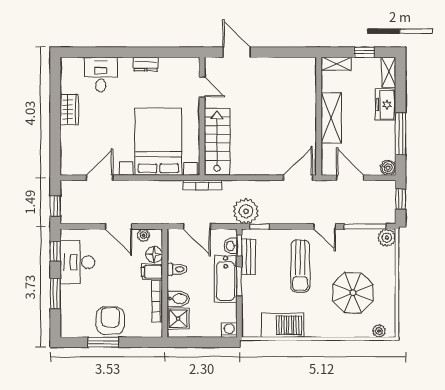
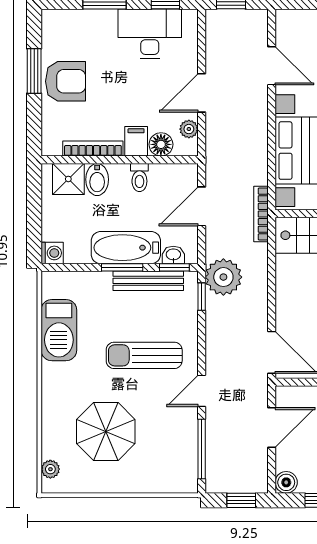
plant: (387, 238) -> (185, 480), removed
bench: (249, 257) -> (148, 281), width x1.36

